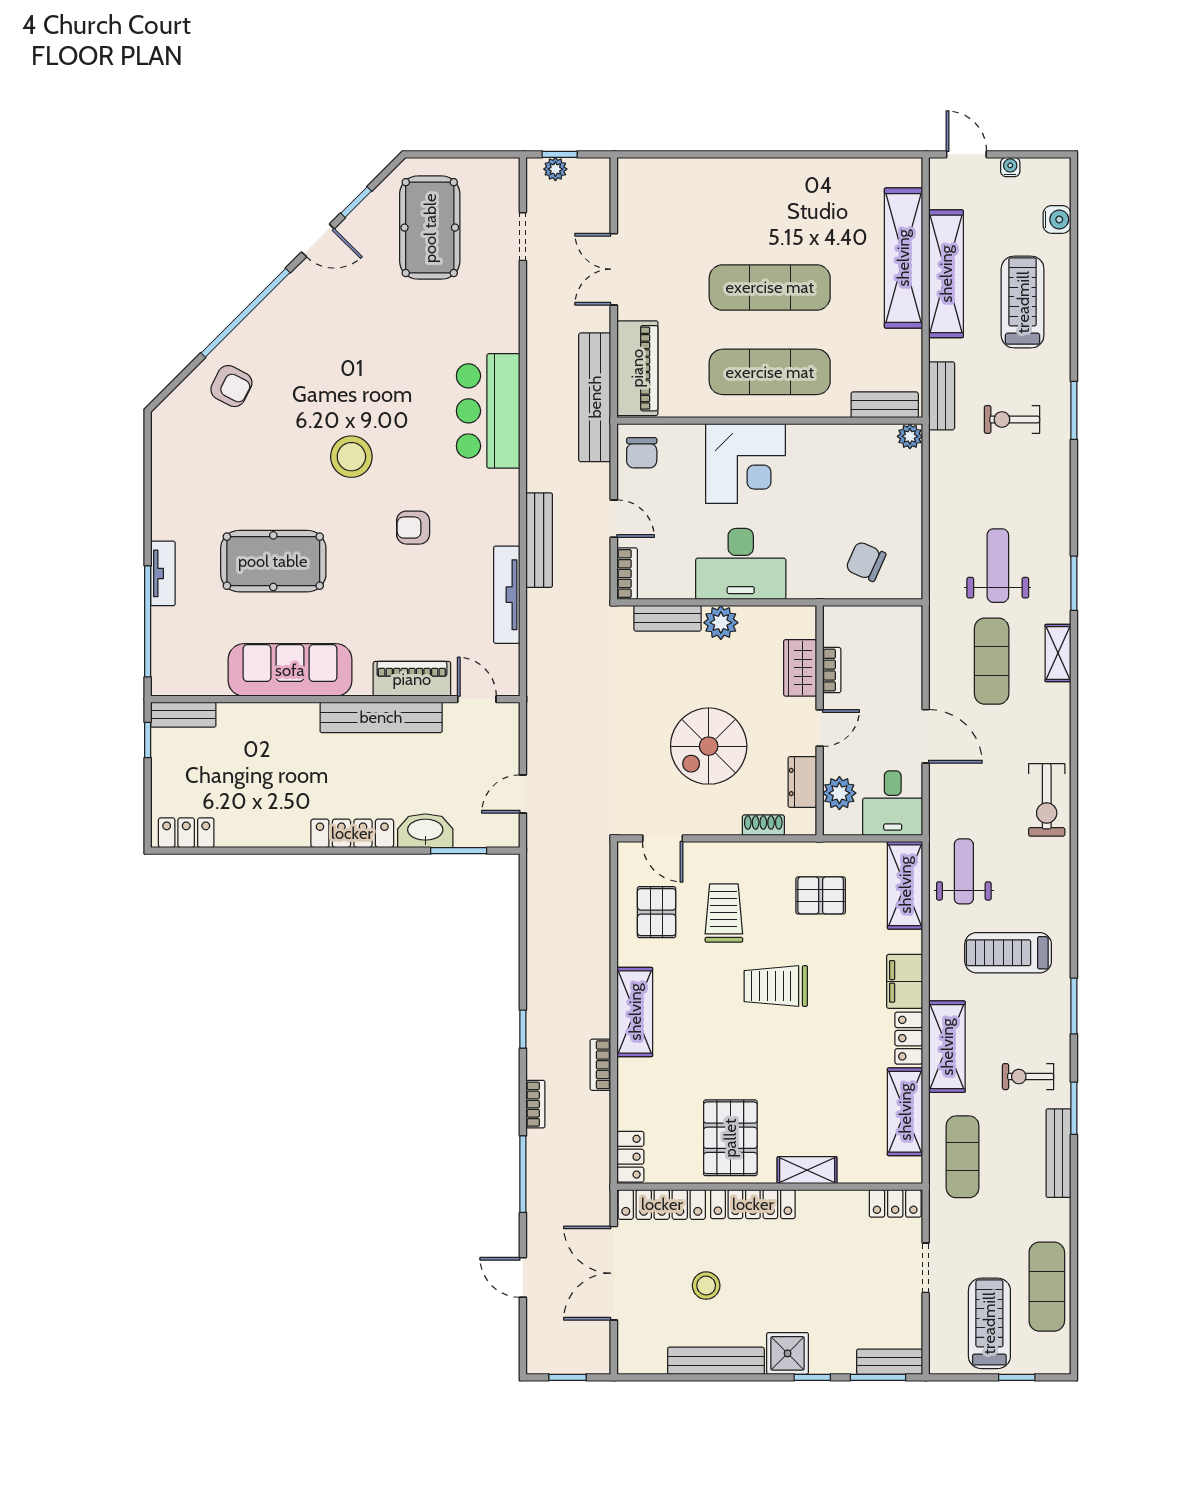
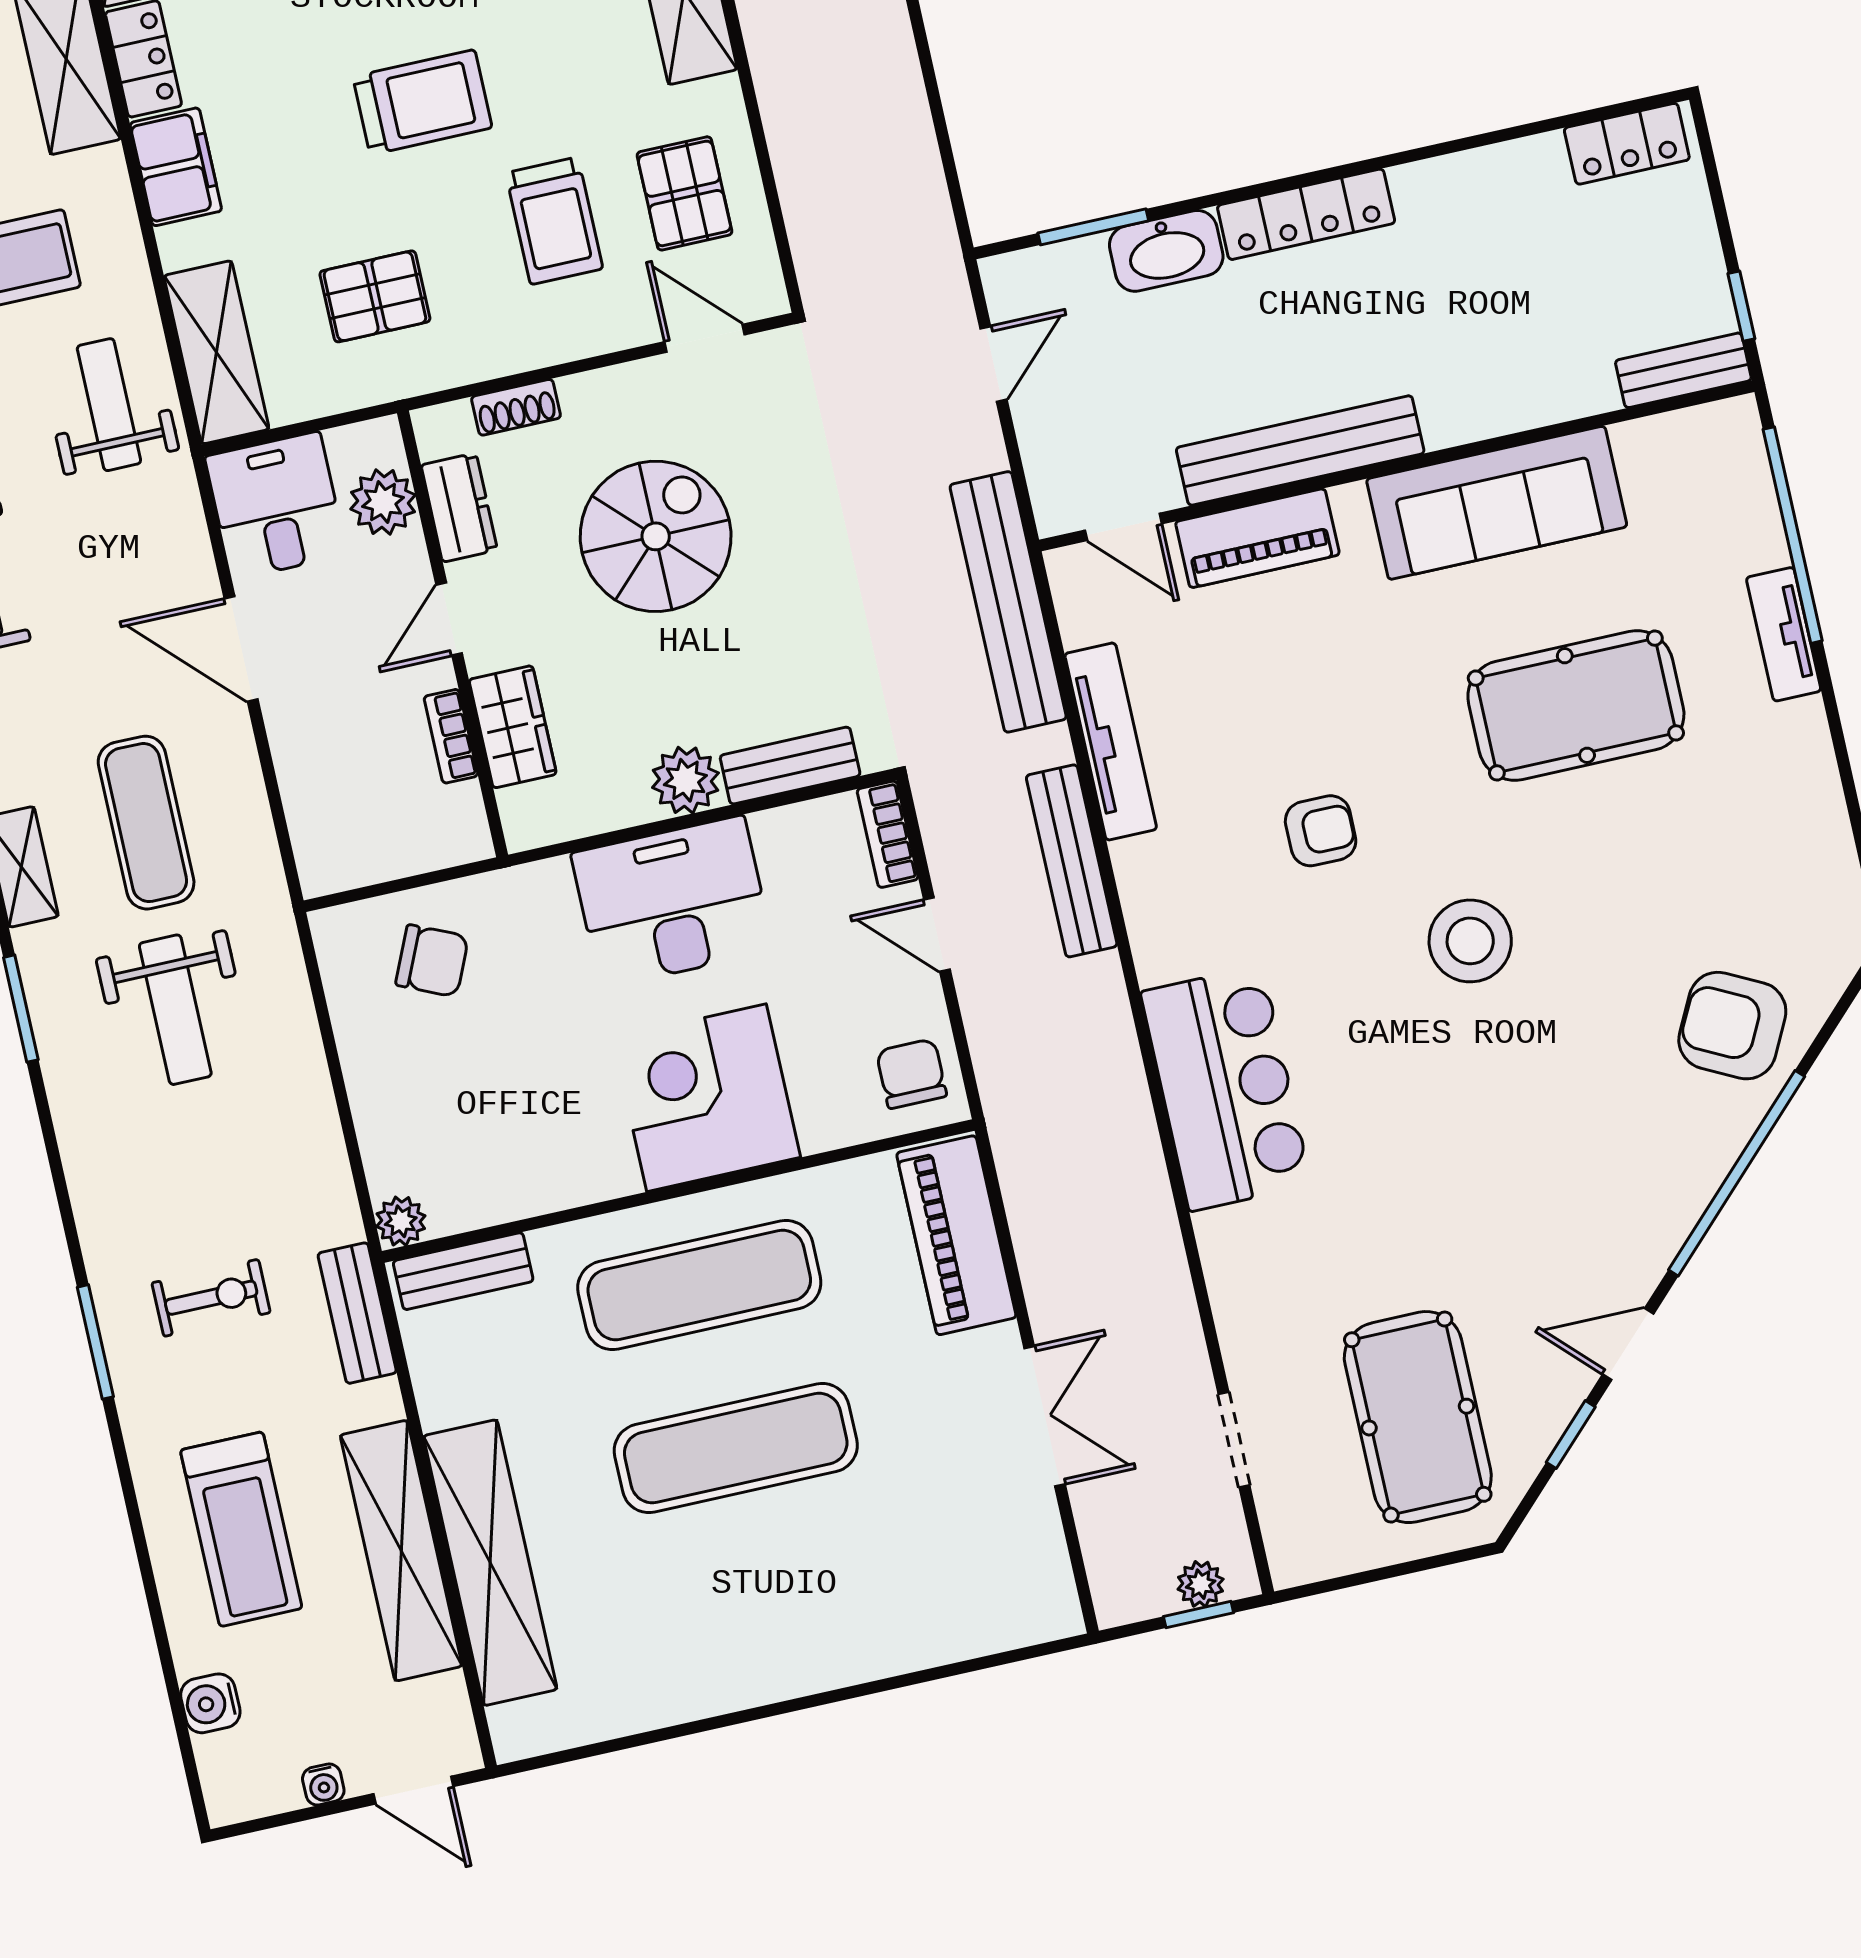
armchair: (231, 386) -> (1732, 1026), width x1.38, depth x1.38
bench: (595, 397) -> (1008, 602), moved
weight bench: (964, 871) -> (109, 405), turned 180

